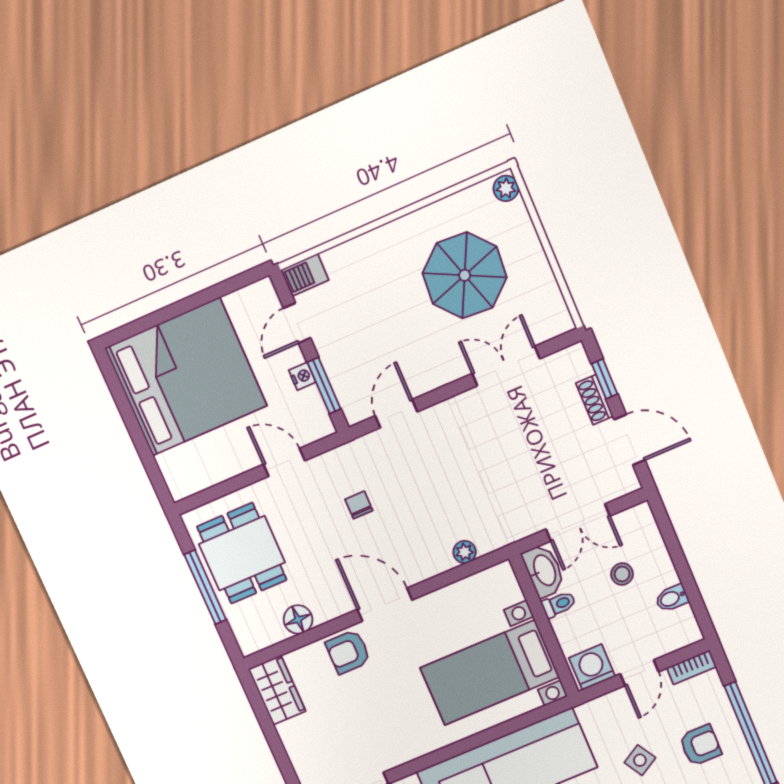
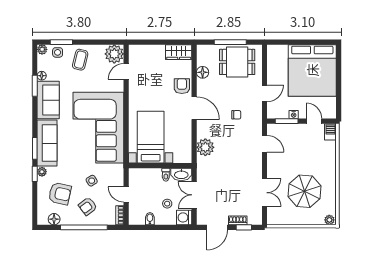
plant: (465, 552) -> (205, 147), width x1.87, depth x1.87
door: (385, 605) -> (194, 108), hinge flipped
washing machine: (592, 667) -> (184, 217), moved, turned 180
armchair: (700, 745) -> (88, 206), turned 53

